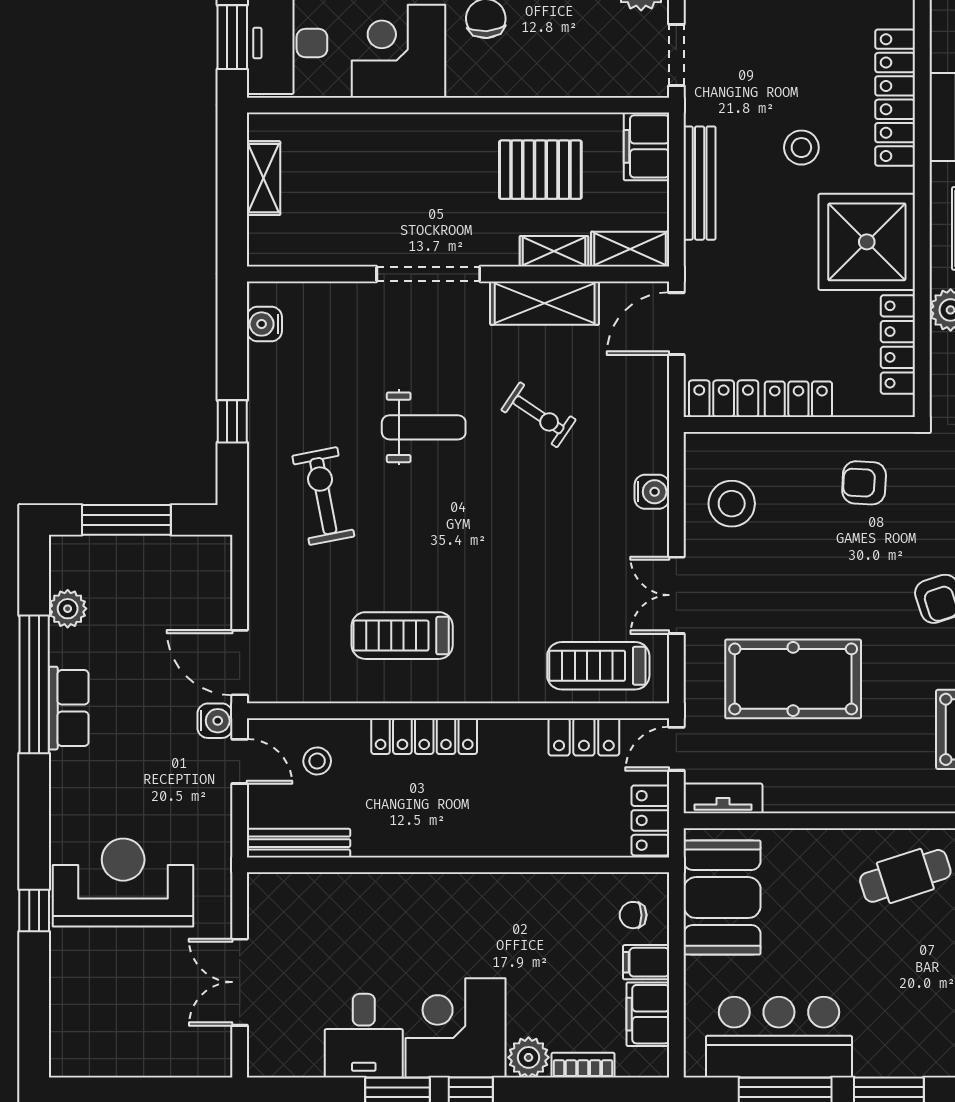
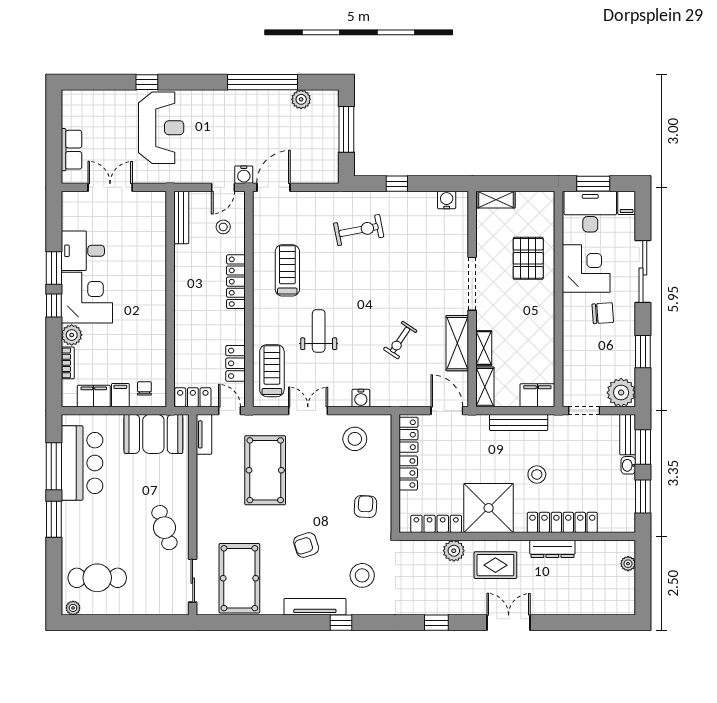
pallet: (540, 170) -> (528, 258), moved
shelving: (264, 178) -> (496, 200), moved
weight bench: (424, 427) -> (319, 331), moved, turned 180
row of seats: (69, 708) -> (71, 150), moved, turned -90

